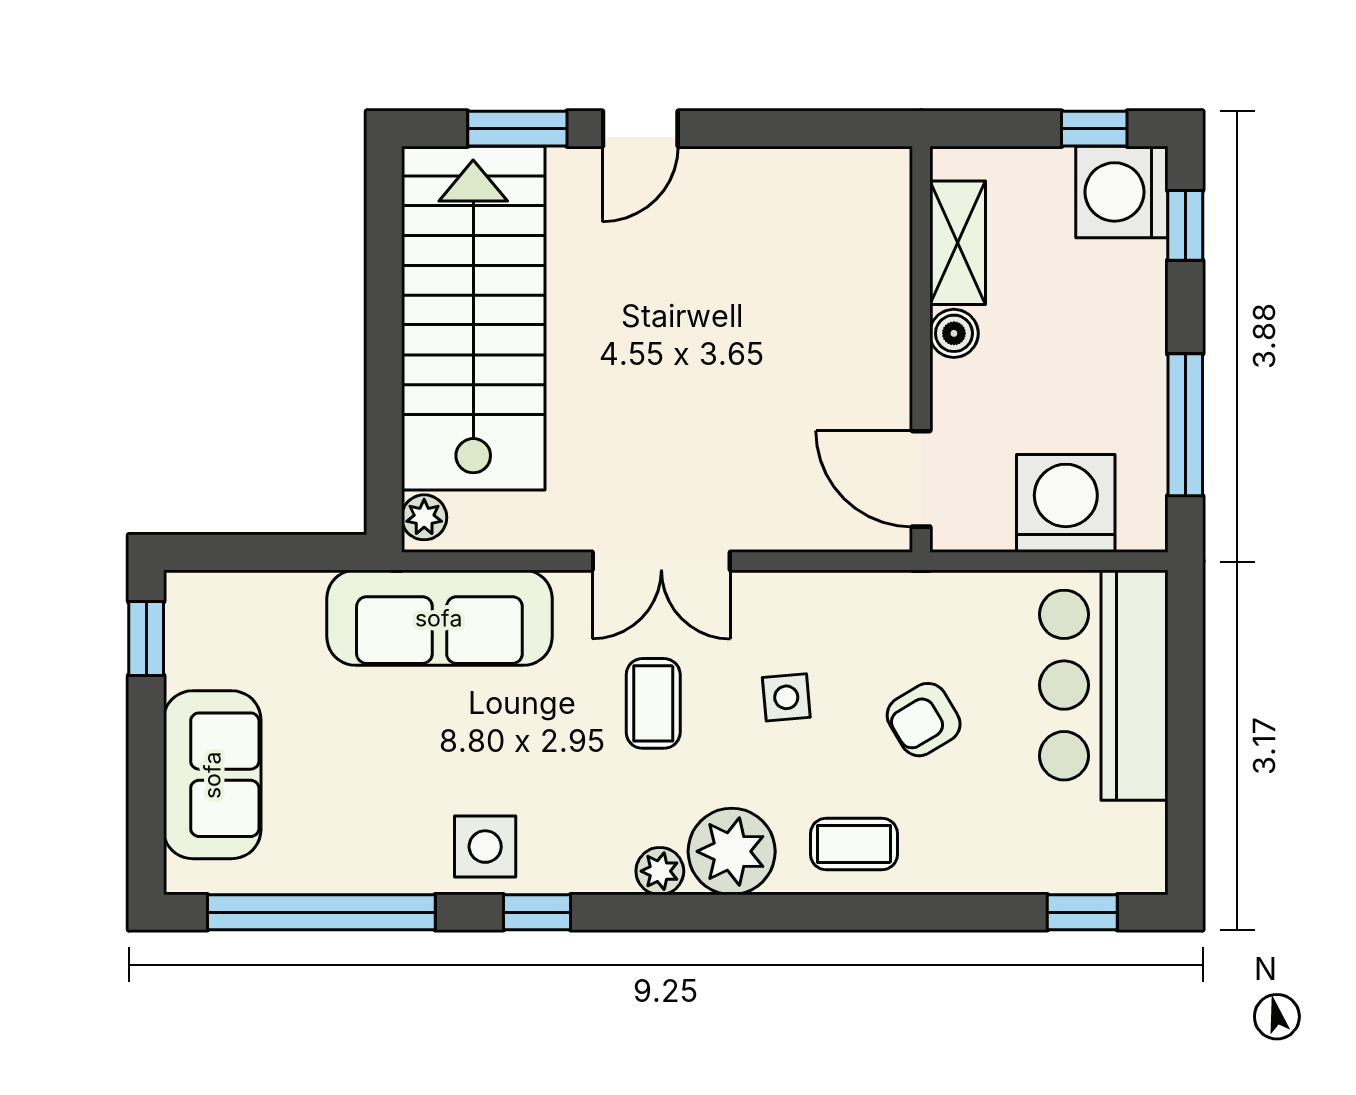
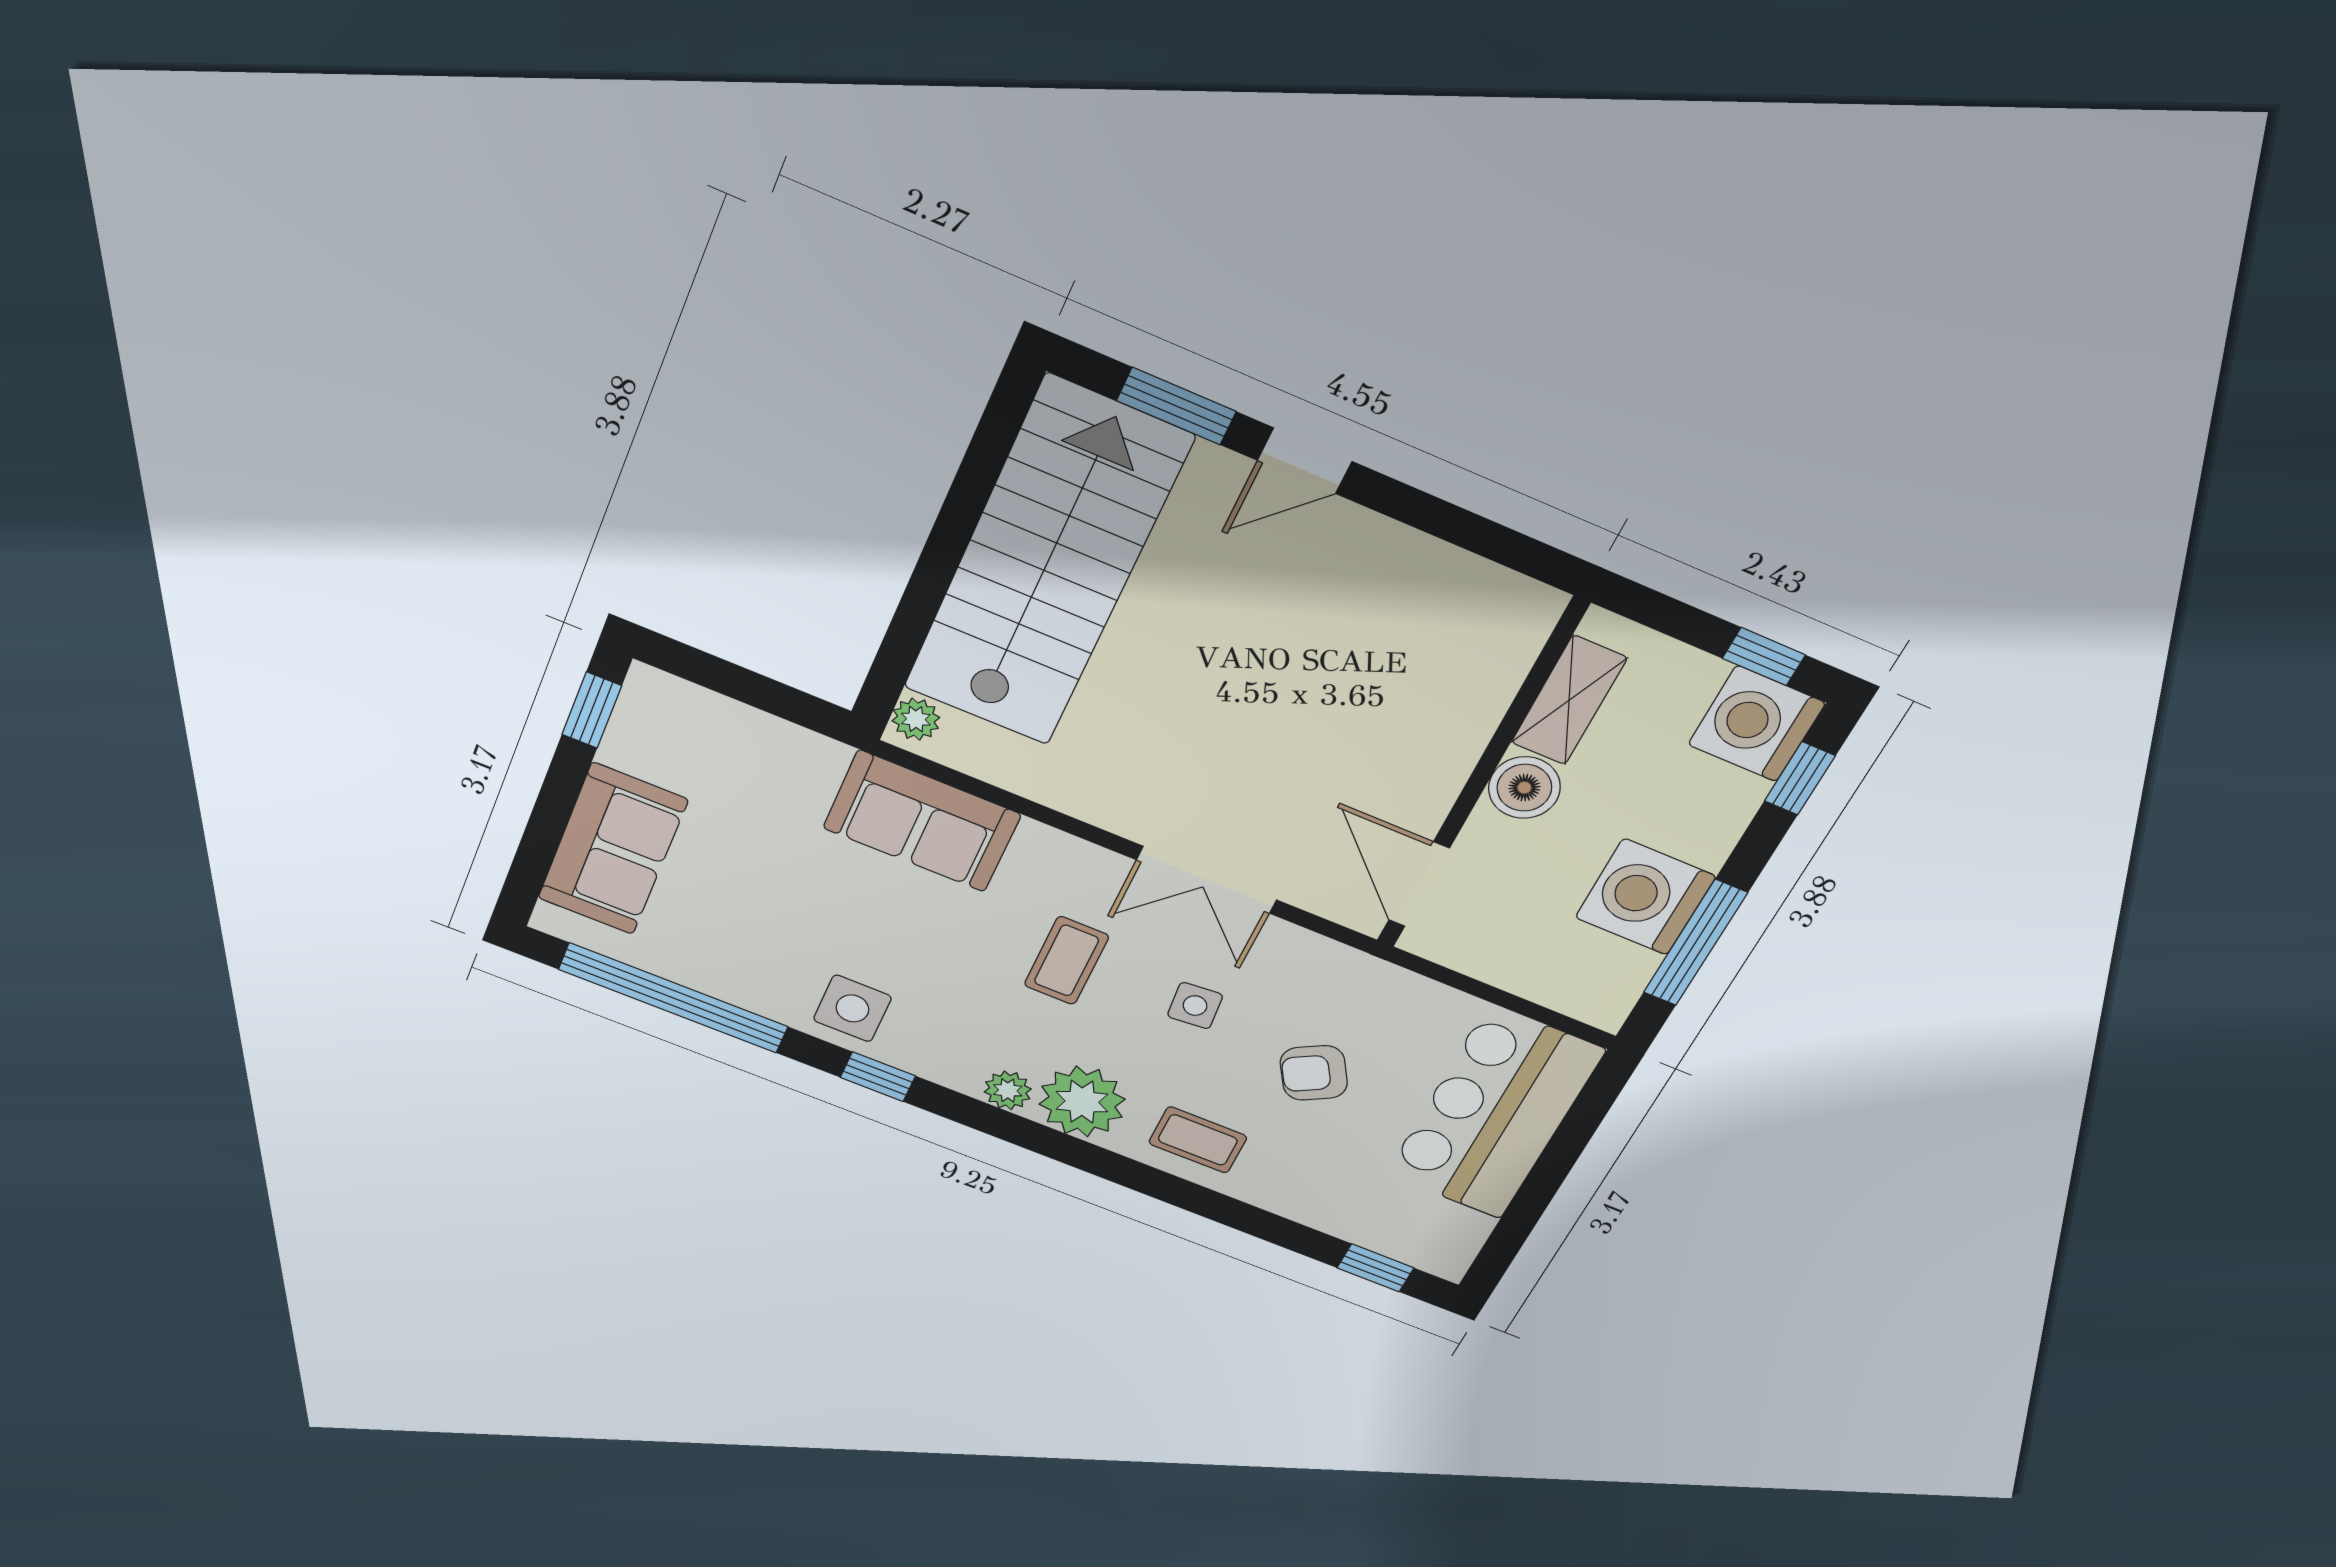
boiler: (954, 333) -> (1524, 788), width x1.36, depth x1.36
washing machine: (1066, 503) -> (1645, 897), moved, turned -90
double door: (661, 561) -> (1207, 880), moved
sofa: (439, 618) -> (922, 821), width x0.73

